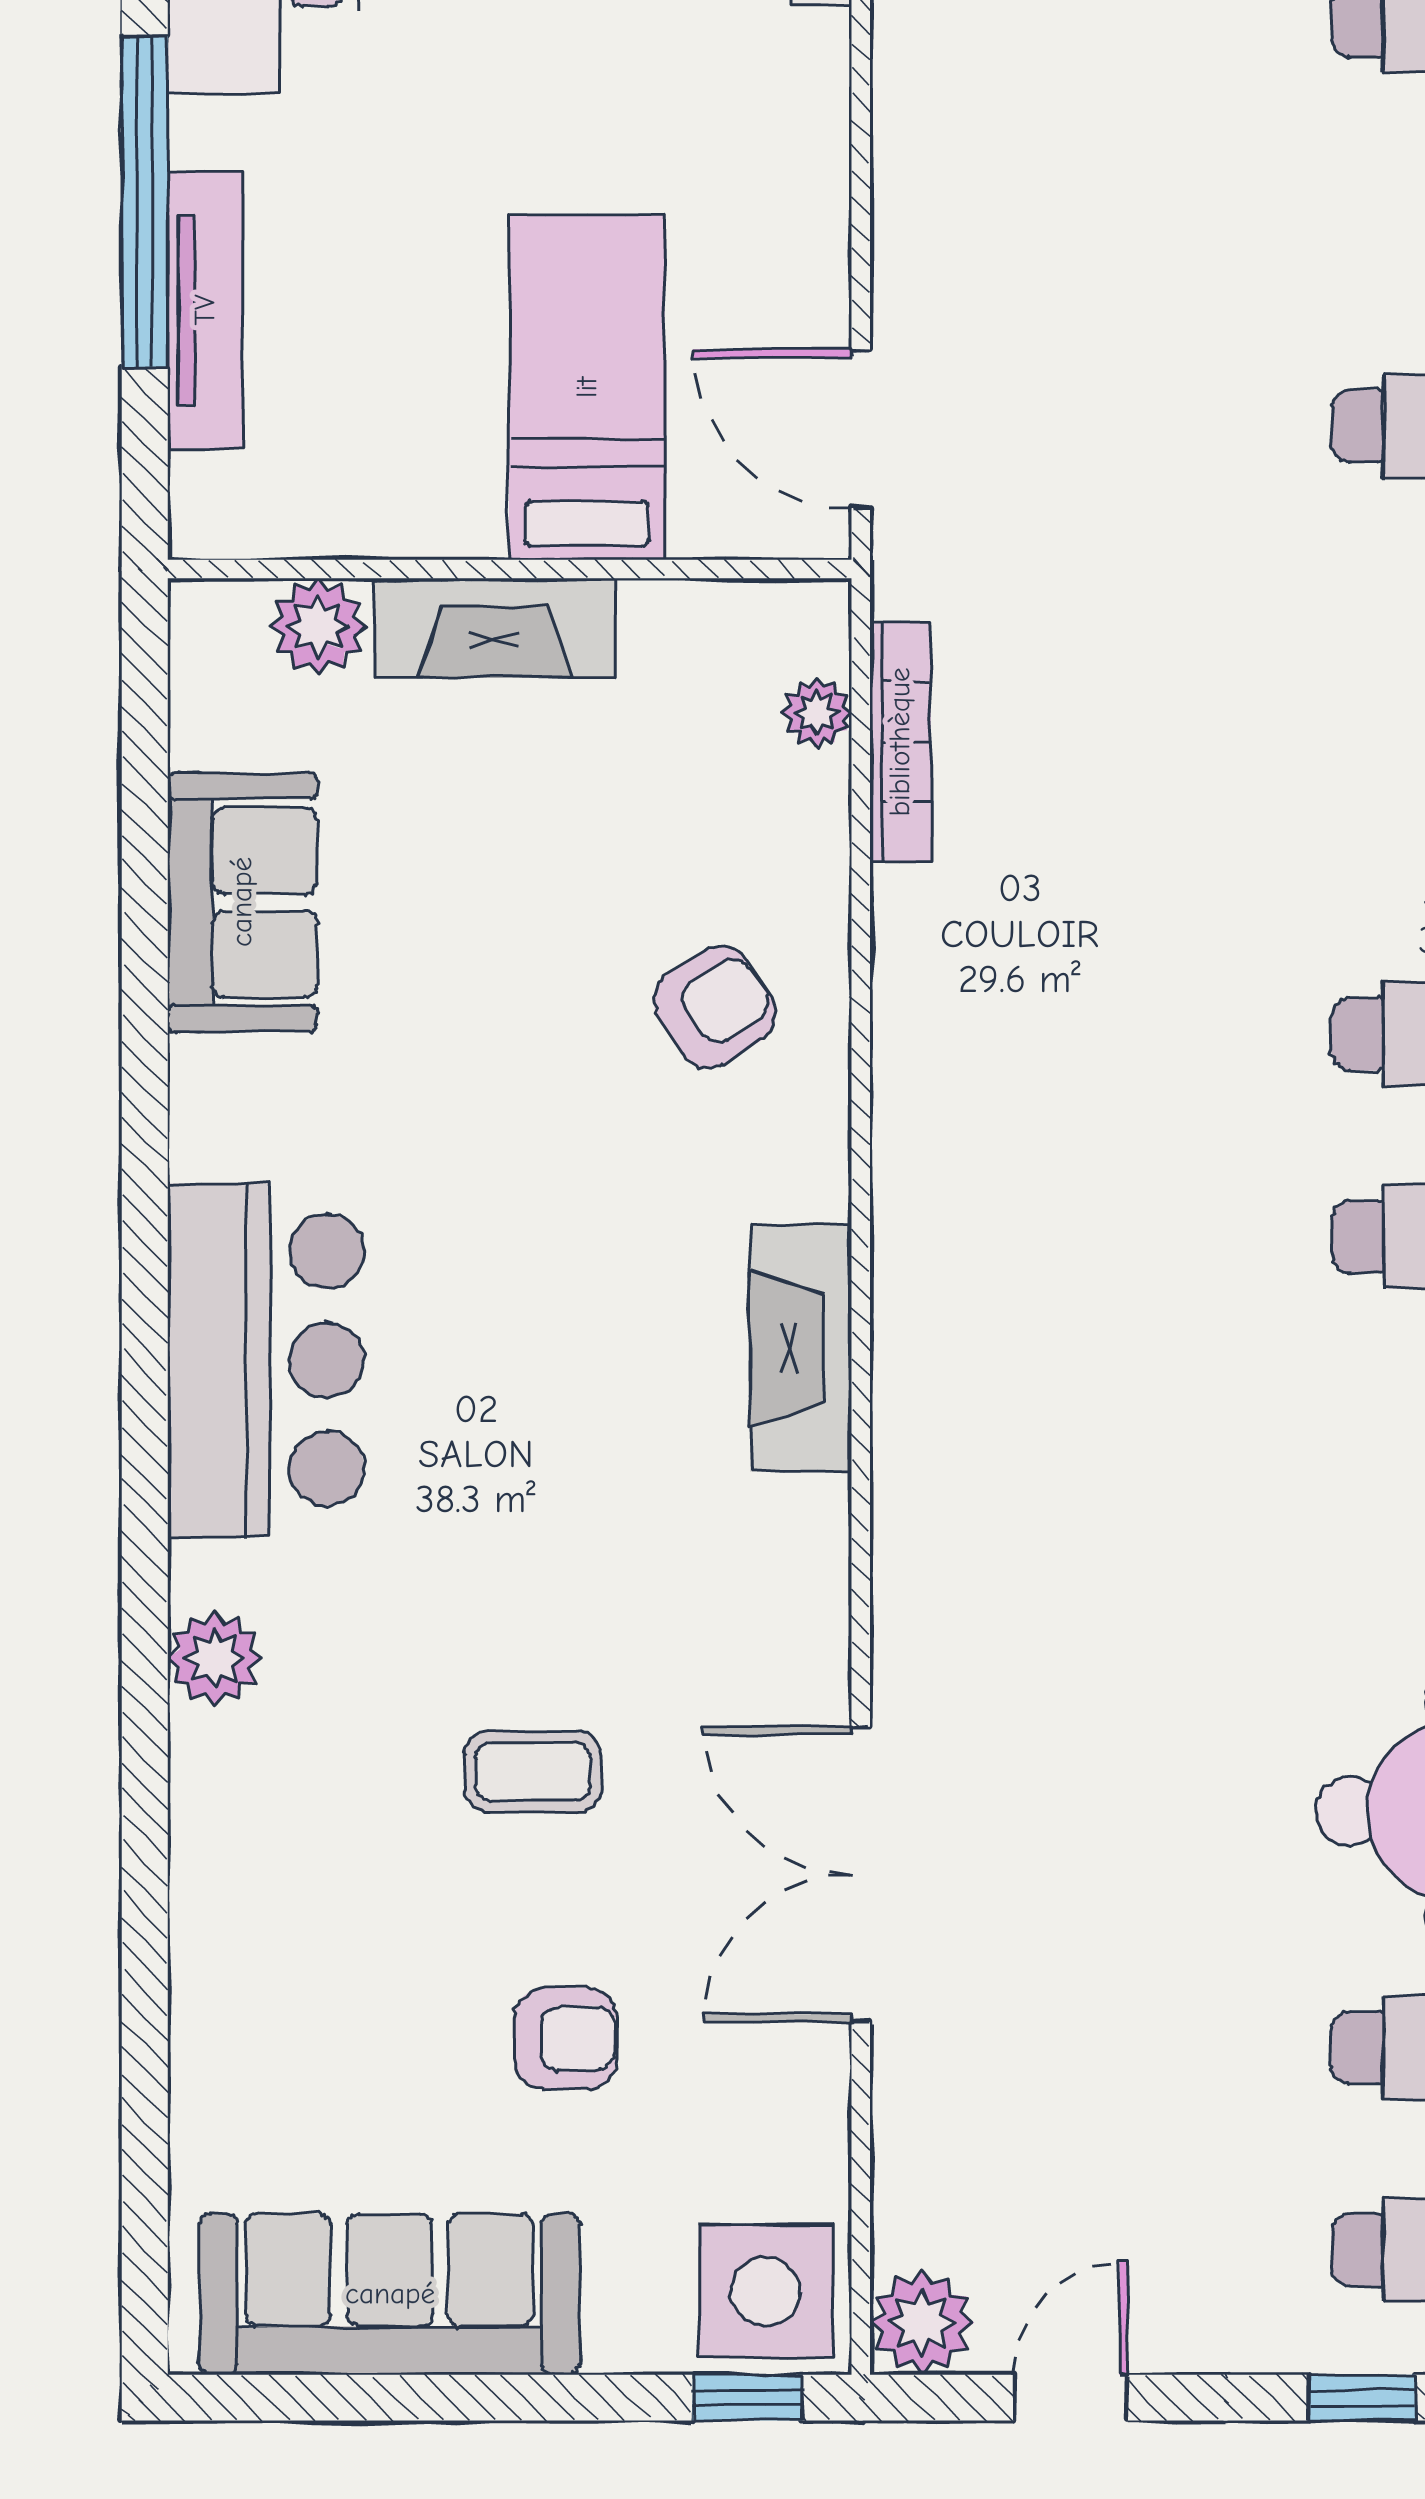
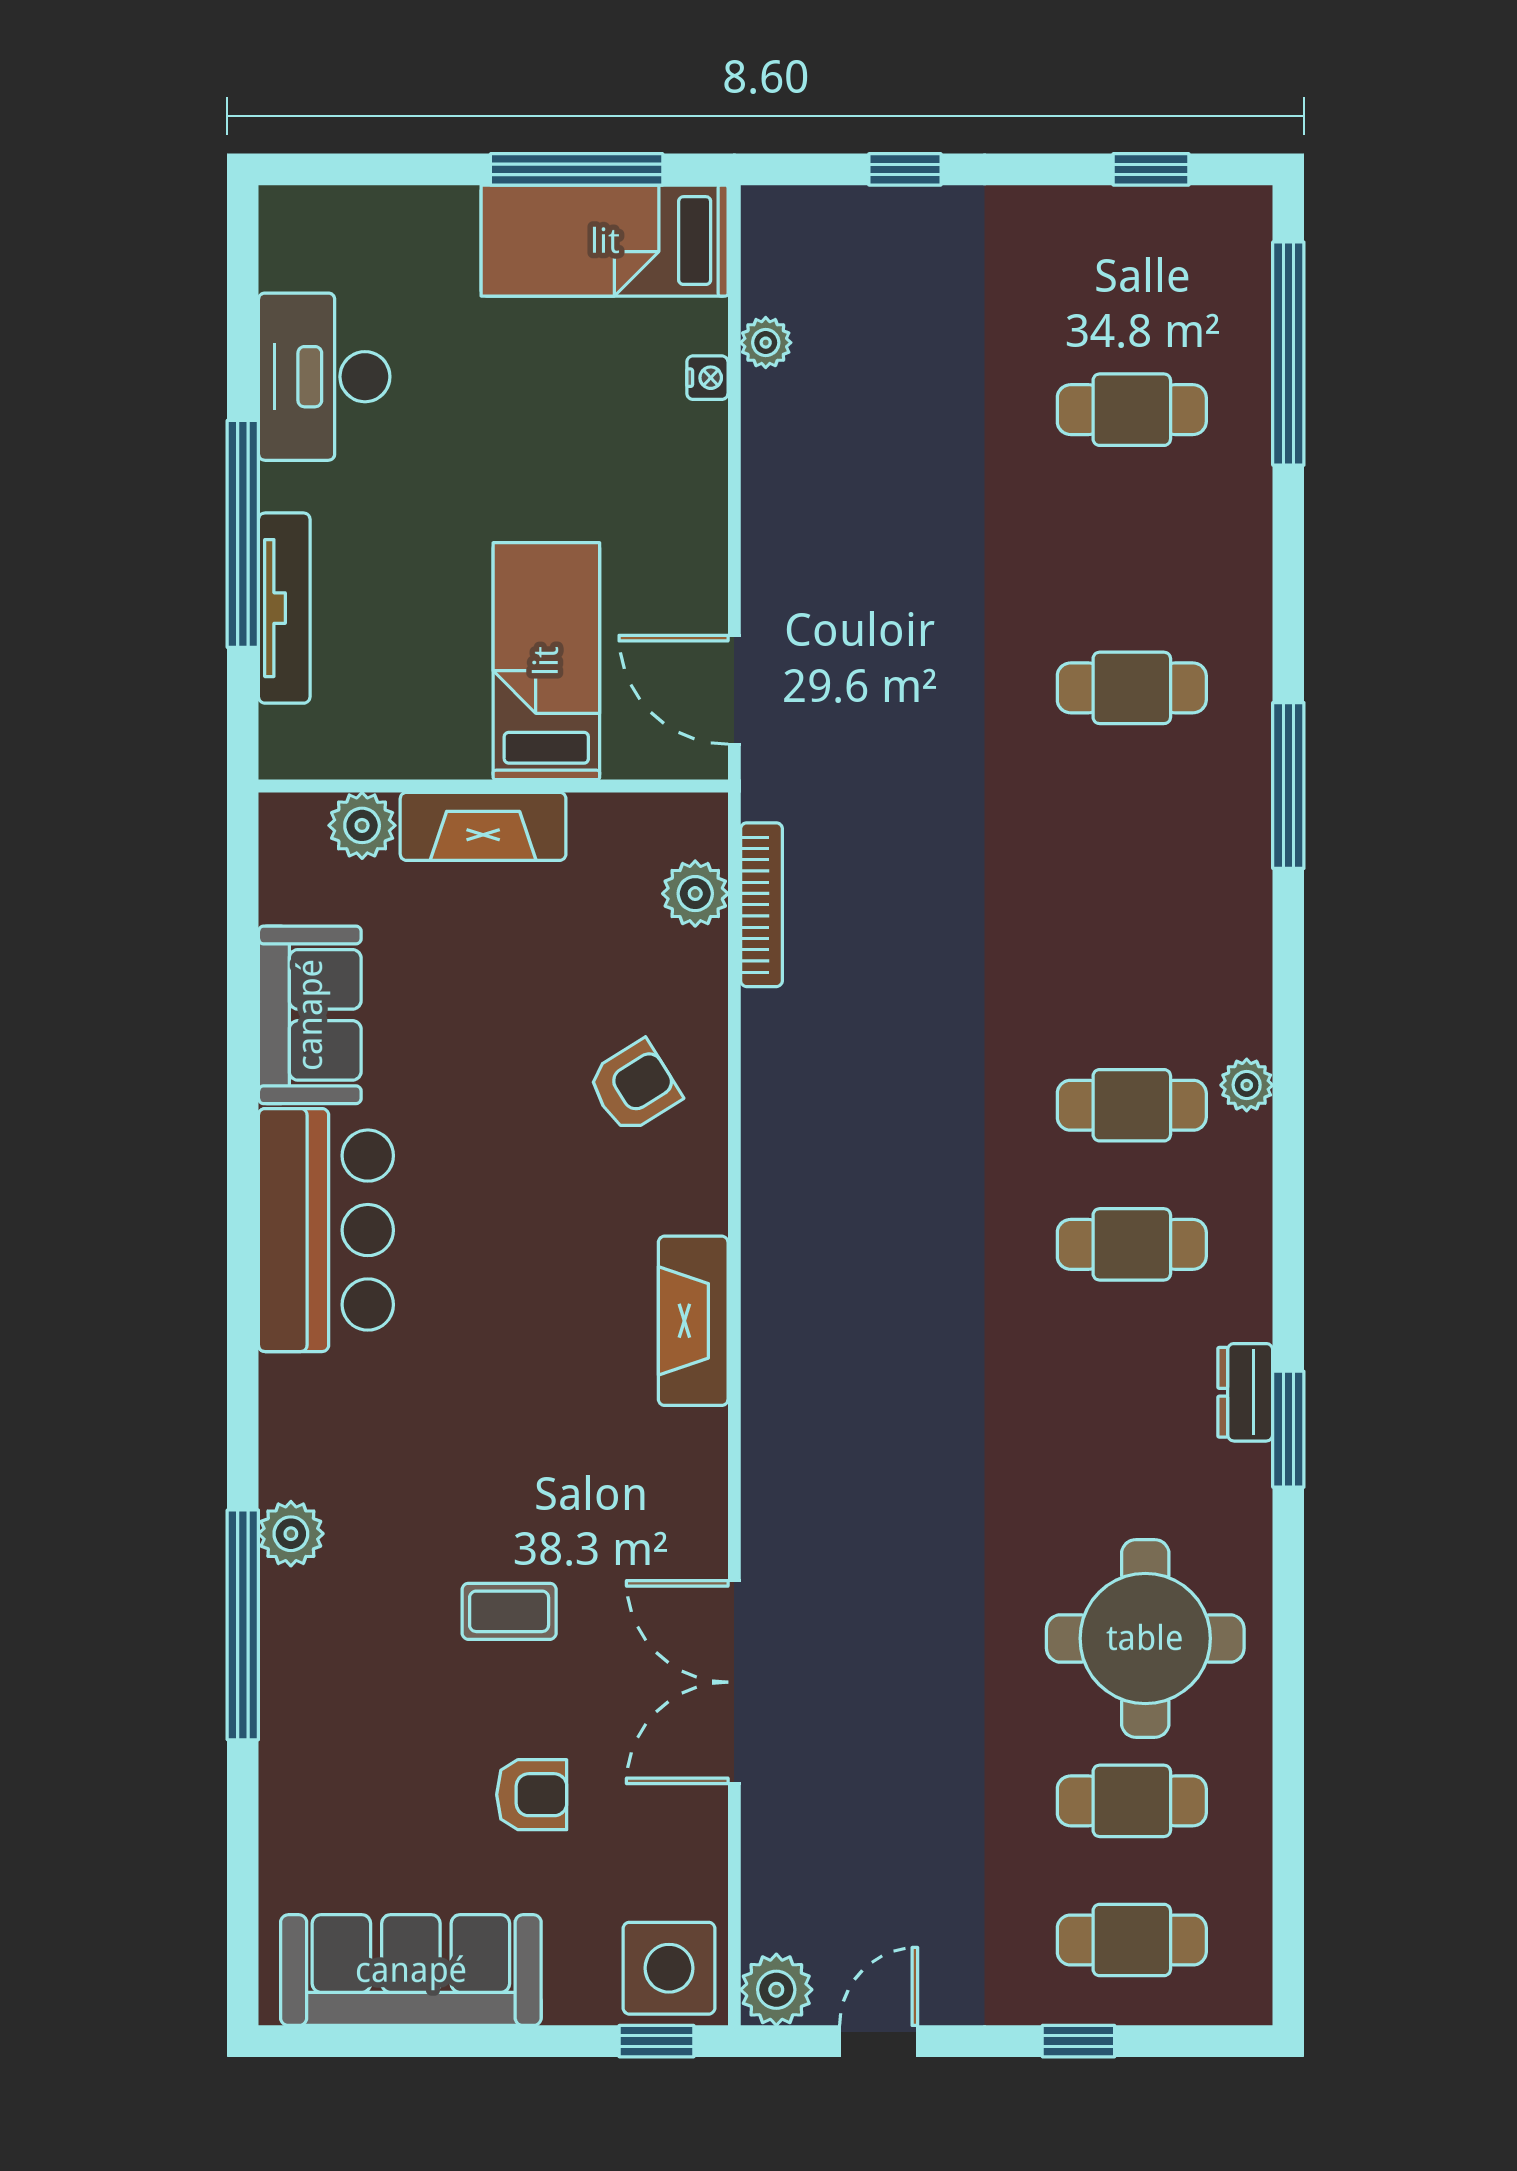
plant: (817, 713) -> (695, 894), width x1.38, depth x1.38
bar counter: (266, 1360) -> (326, 1230), moved
window: (145, 1791) -> (243, 1625), added

